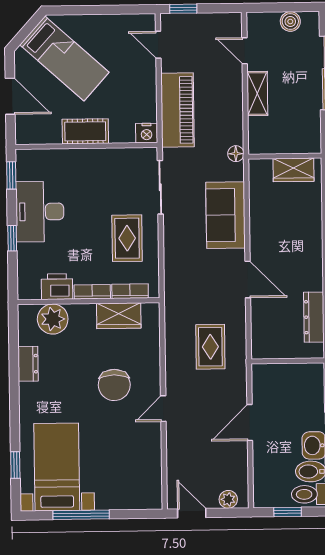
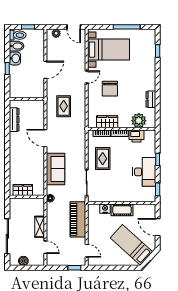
nightstand: (147, 133) -> (105, 209), moved
chair: (114, 385) -> (110, 89), turned 180
bed with nightstands: (57, 467) -> (109, 50), moved, turned -90

